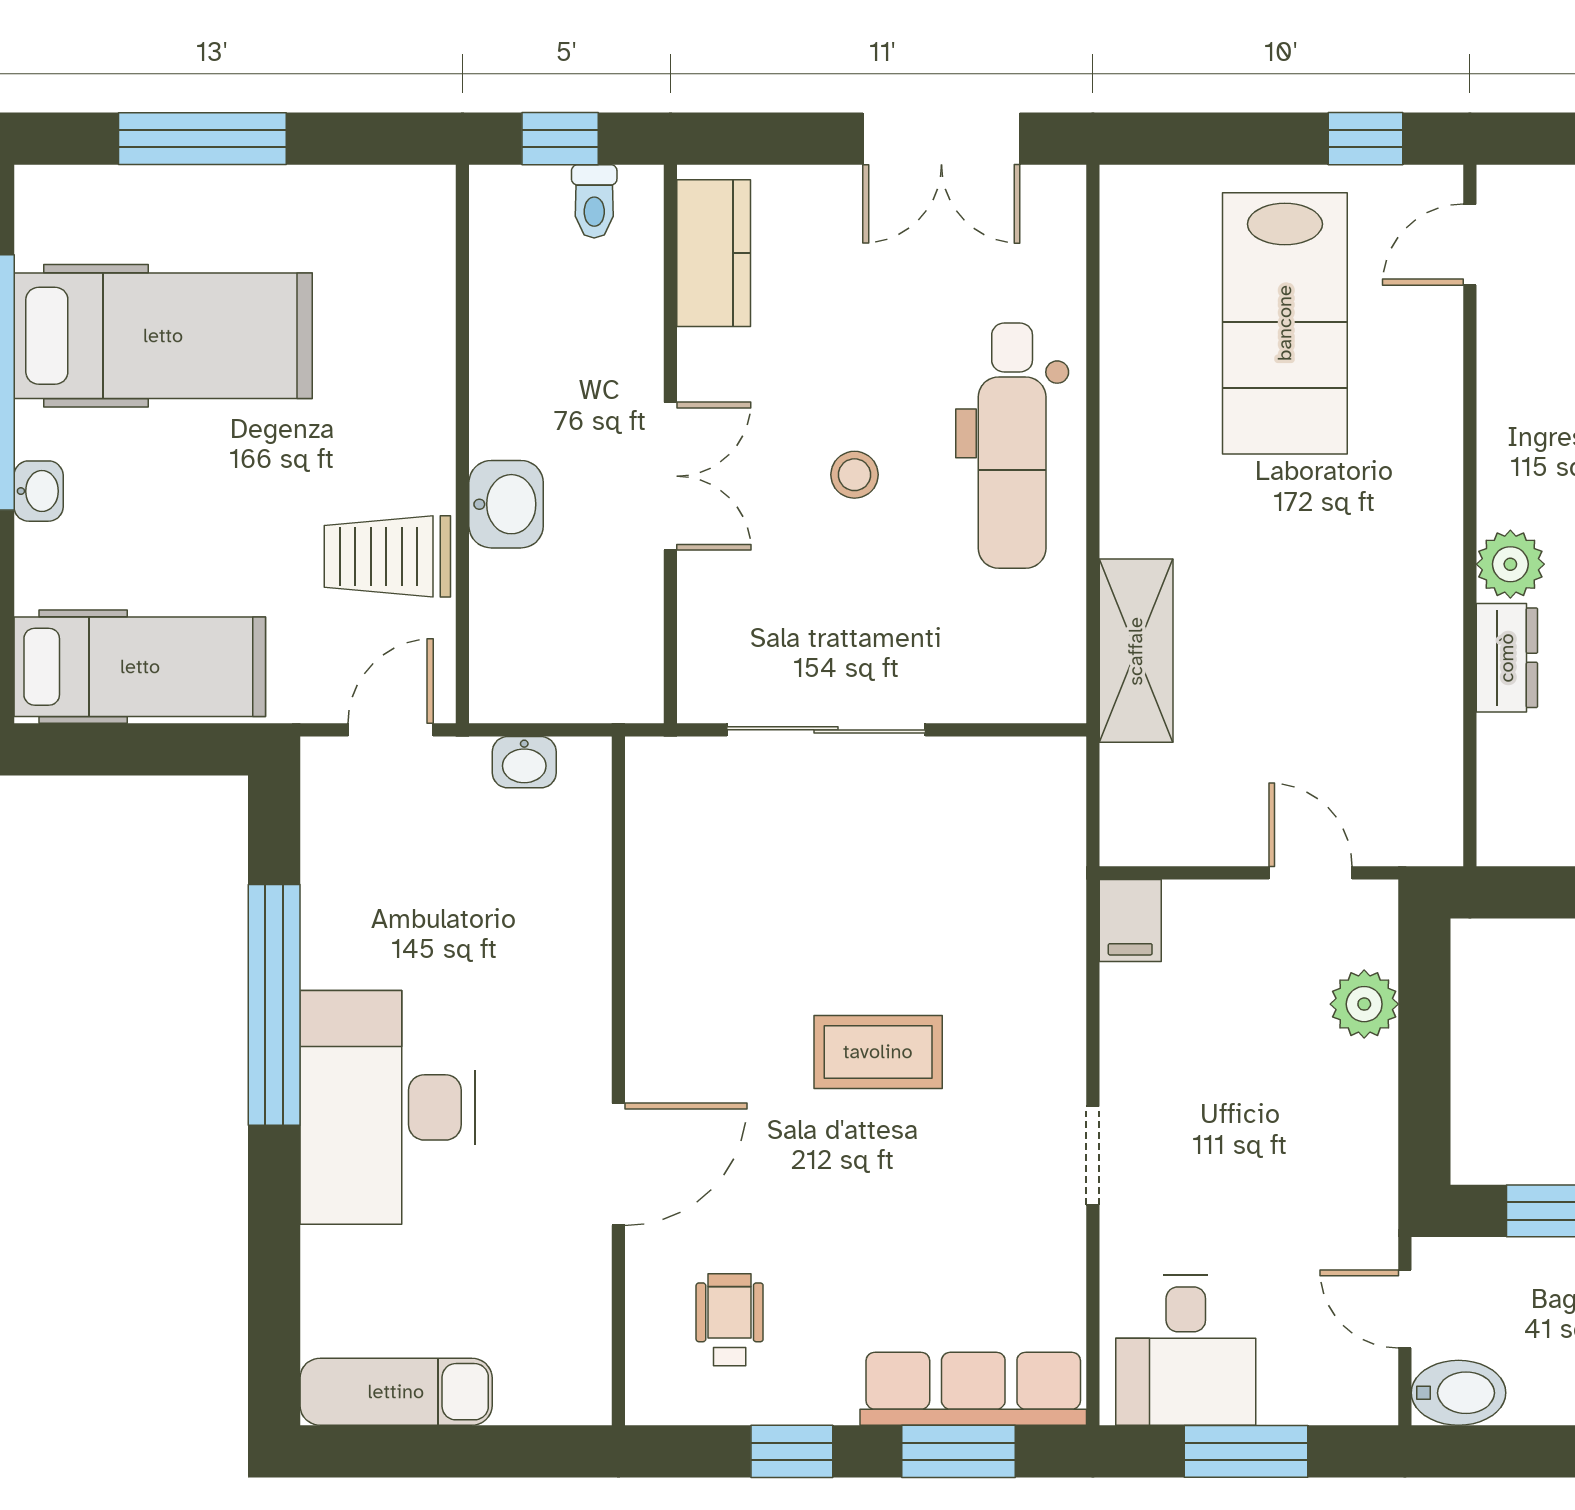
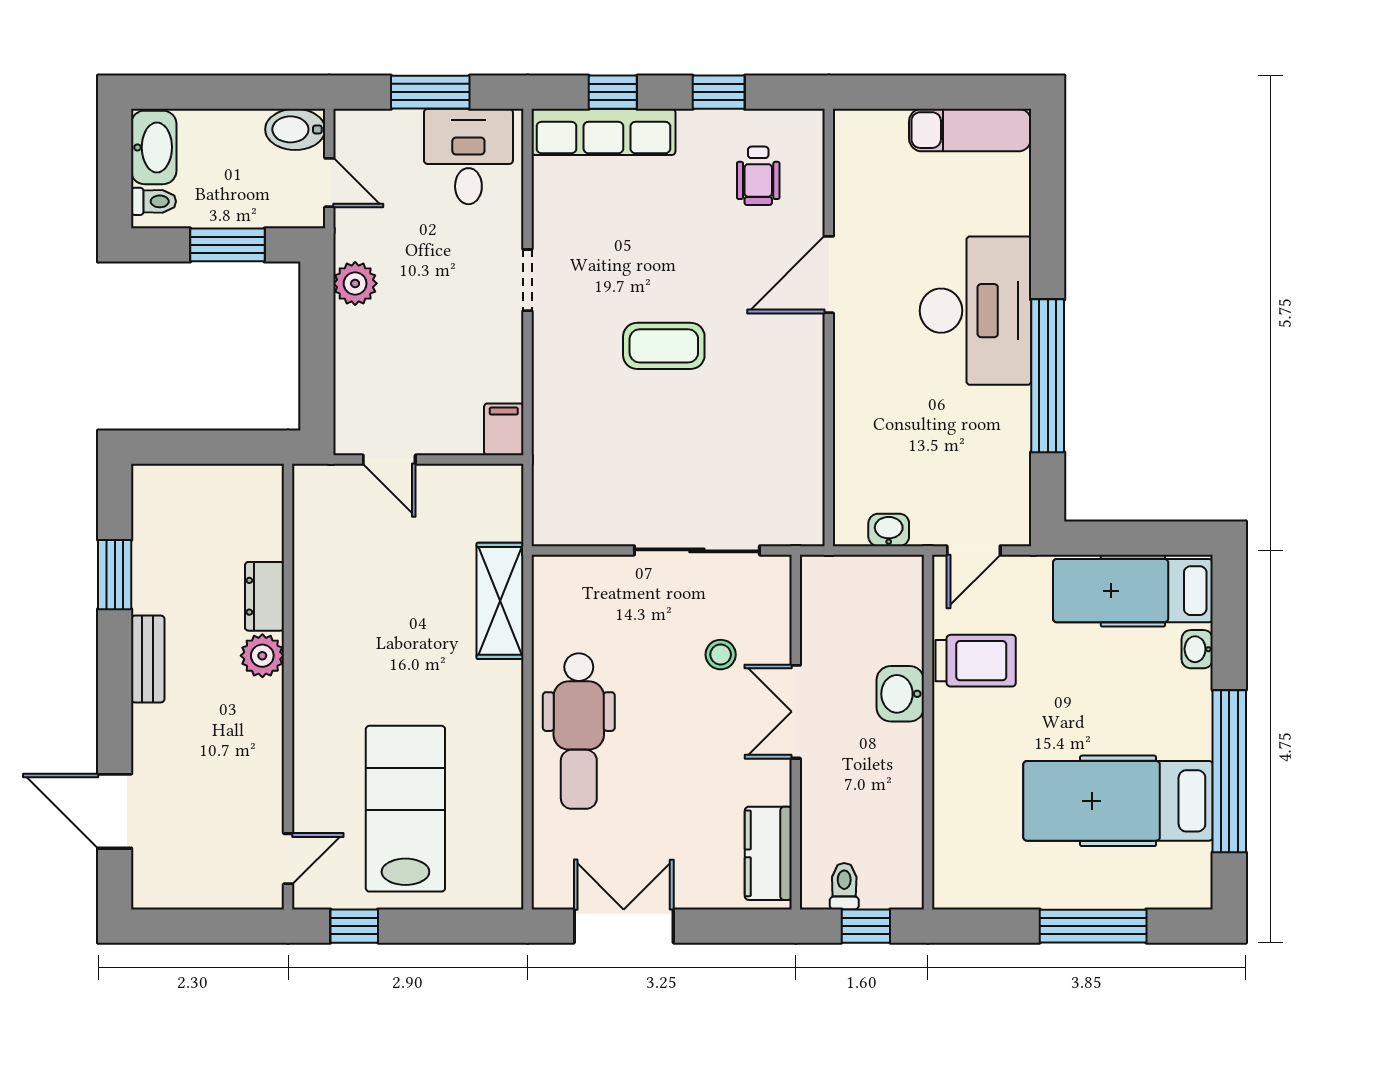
dental chair: (1012, 446) -> (579, 731), turned 180
stool: (854, 475) -> (721, 655), moved
washbasin: (39, 491) -> (1197, 649), moved
plant: (1364, 1004) -> (355, 283), moved
window: (958, 1451) -> (613, 92), width x0.67

